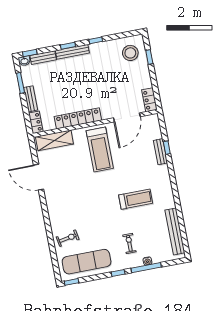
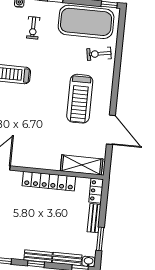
bench: (72, 52) -> (38, 256), width x0.73
treadmill: (100, 150) -> (80, 99), moved, turned 180
exercise mat: (87, 262) -> (86, 22), width x1.47

